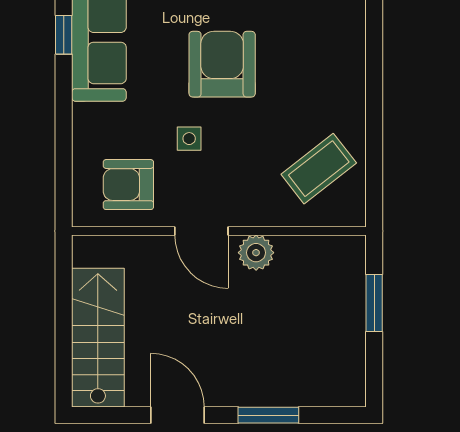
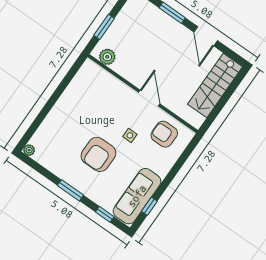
coffee table: (319, 169) -> (90, 91), removed
armchair: (128, 185) -> (164, 134), turned 180
plant: (256, 253) -> (107, 57), moved

